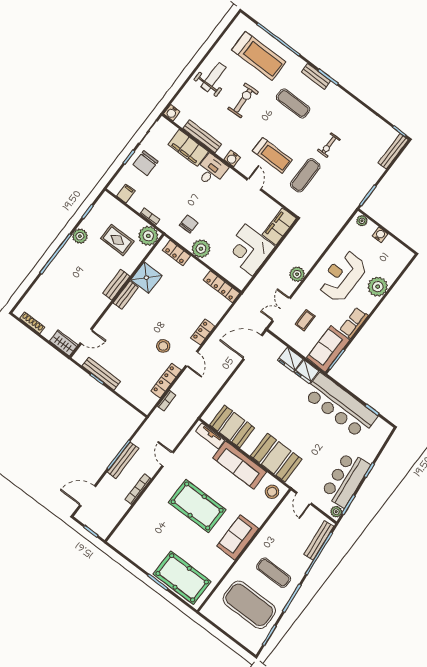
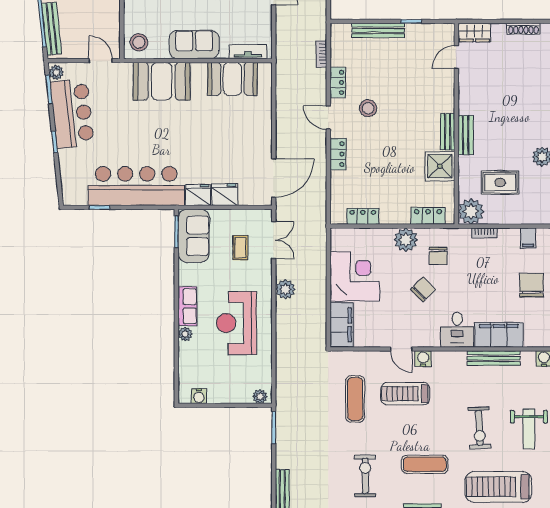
exercise bike: (329, 145) -> (365, 476), moved, width x1.38, depth x1.39
water cooler: (232, 158) -> (423, 359), moved
chair: (213, 211) -> (423, 289), added
water cooler: (380, 235) -> (199, 396), moved
reception desk: (342, 276) -> (236, 323), turned 180
locker: (221, 287) -> (363, 216), width x0.66
plant: (378, 287) -> (185, 334), width x0.53, depth x0.53
row of seats: (354, 323) -> (187, 306), moved
bench: (101, 374) -> (378, 30), moved
locker: (166, 381) -> (338, 82), width x0.66
sofa: (240, 465) -> (194, 45), width x0.73

